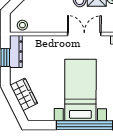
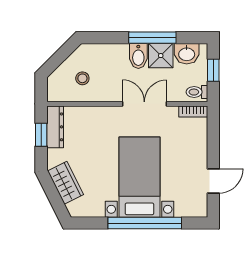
stool: (22, 25) -> (82, 78), moved

